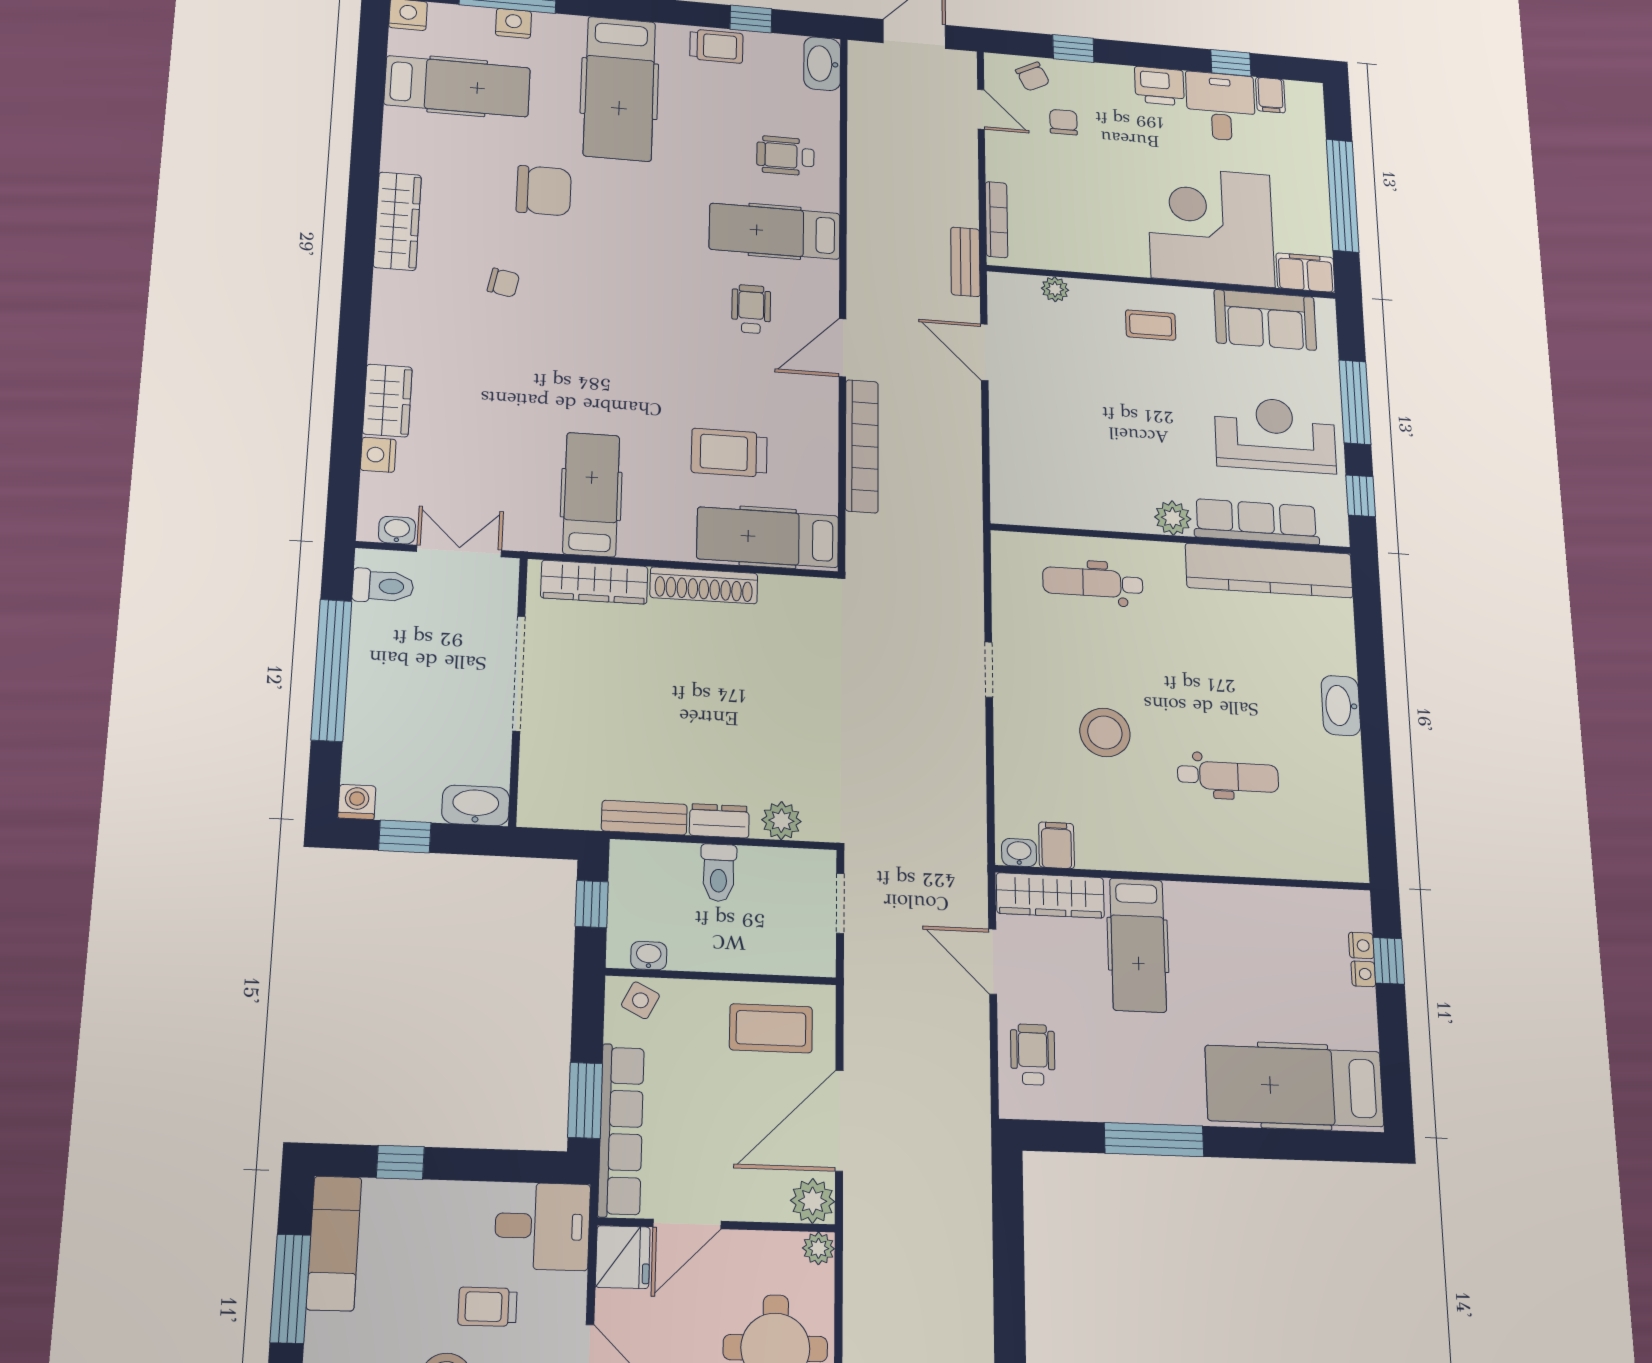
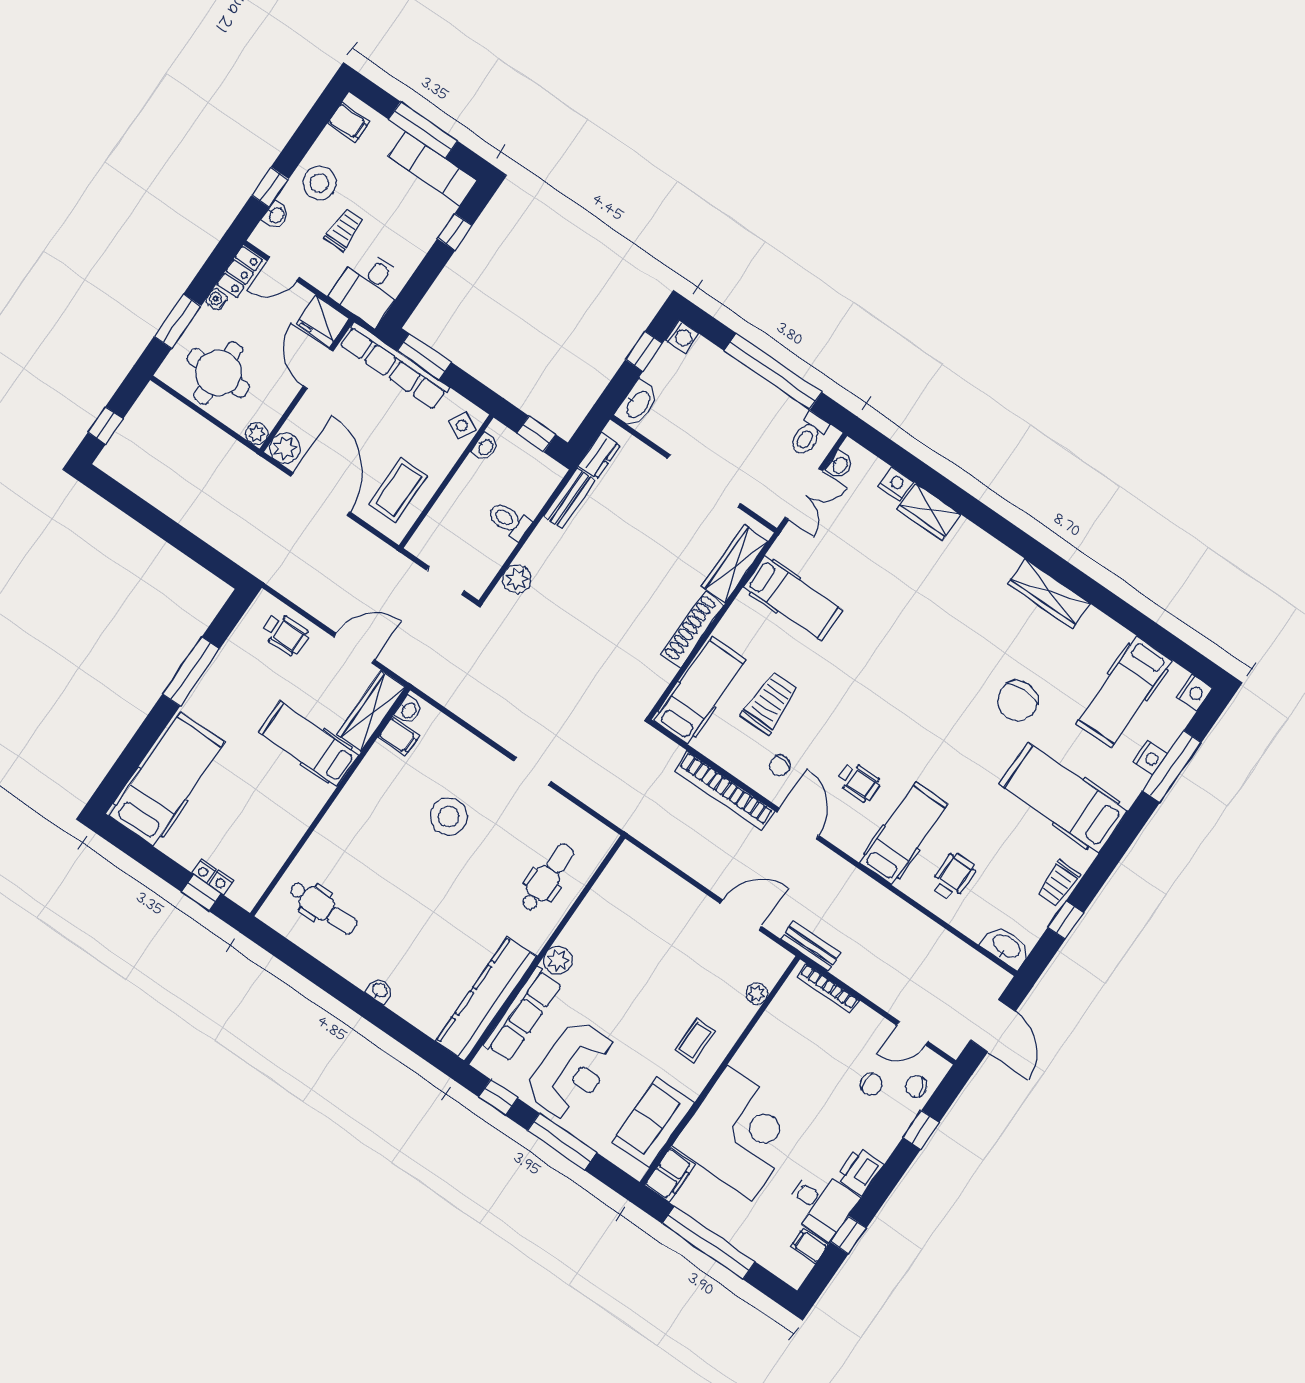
chair: (503, 283) -> (780, 765), moved
washbasin: (1341, 706) -> (380, 991), width x0.52, depth x0.69
dental chair: (1228, 776) -> (323, 908), moved, turned -90
dresser: (719, 821) -> (599, 456), moved

